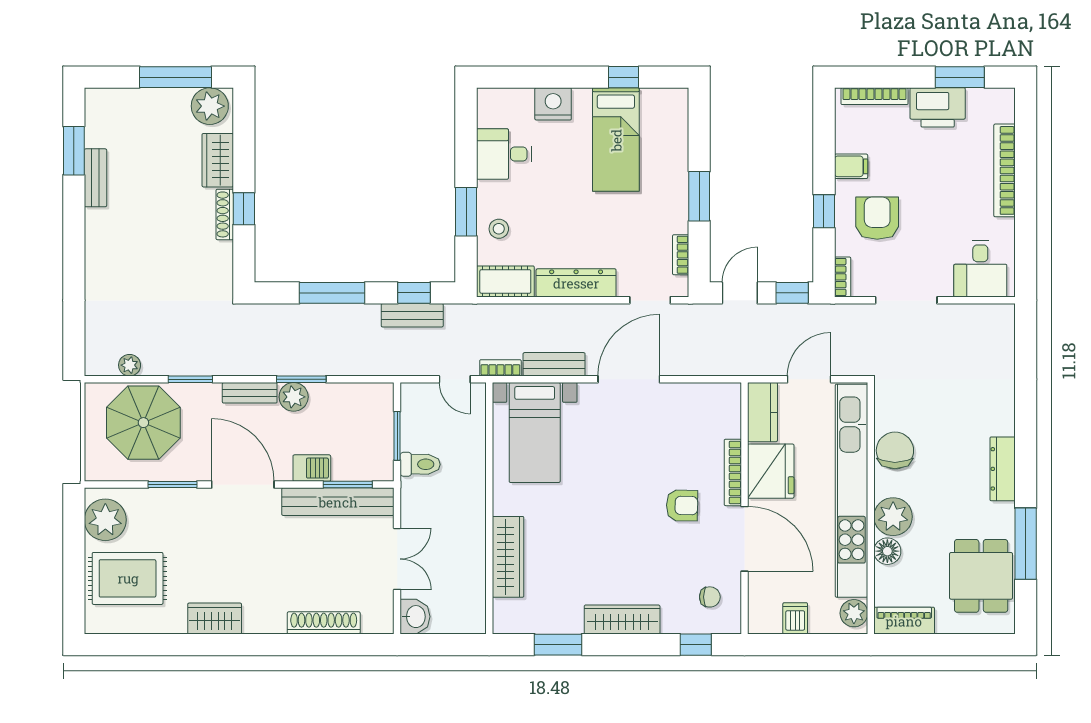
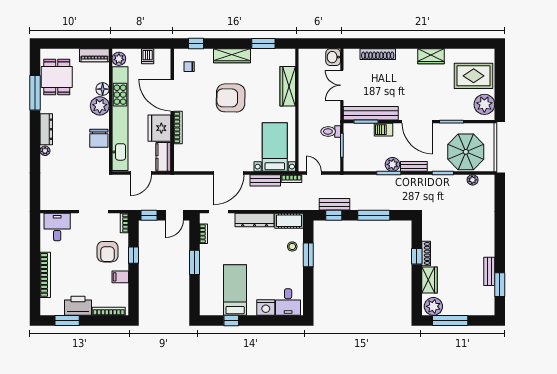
desk: (504, 154) -> (288, 302), moved, turned 90
plant: (1005, 425) -> (45, 151), added
armchair: (682, 505) -> (231, 98), moved, width x1.88, depth x1.88

